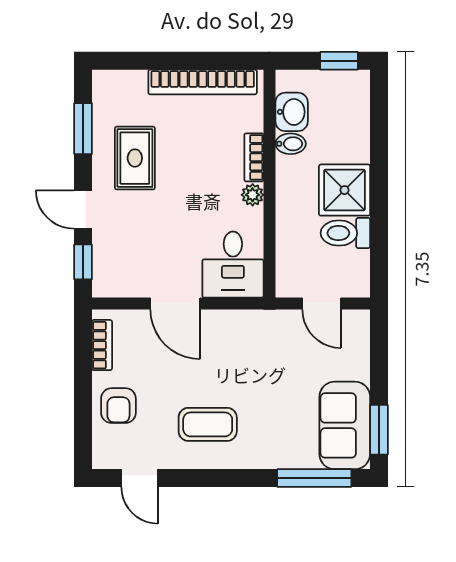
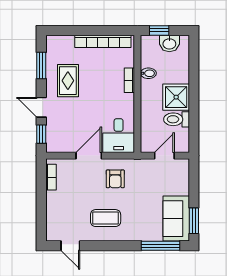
window: (339, 61) -> (159, 30), moved
washbasin: (292, 112) -> (169, 43), moved, turned 90
plant: (253, 195) -> (129, 100), removed
door: (175, 303) -> (89, 156), swing flipped
door: (322, 303) -> (164, 156), swing flipped
armchair: (118, 406) -> (115, 179), moved

